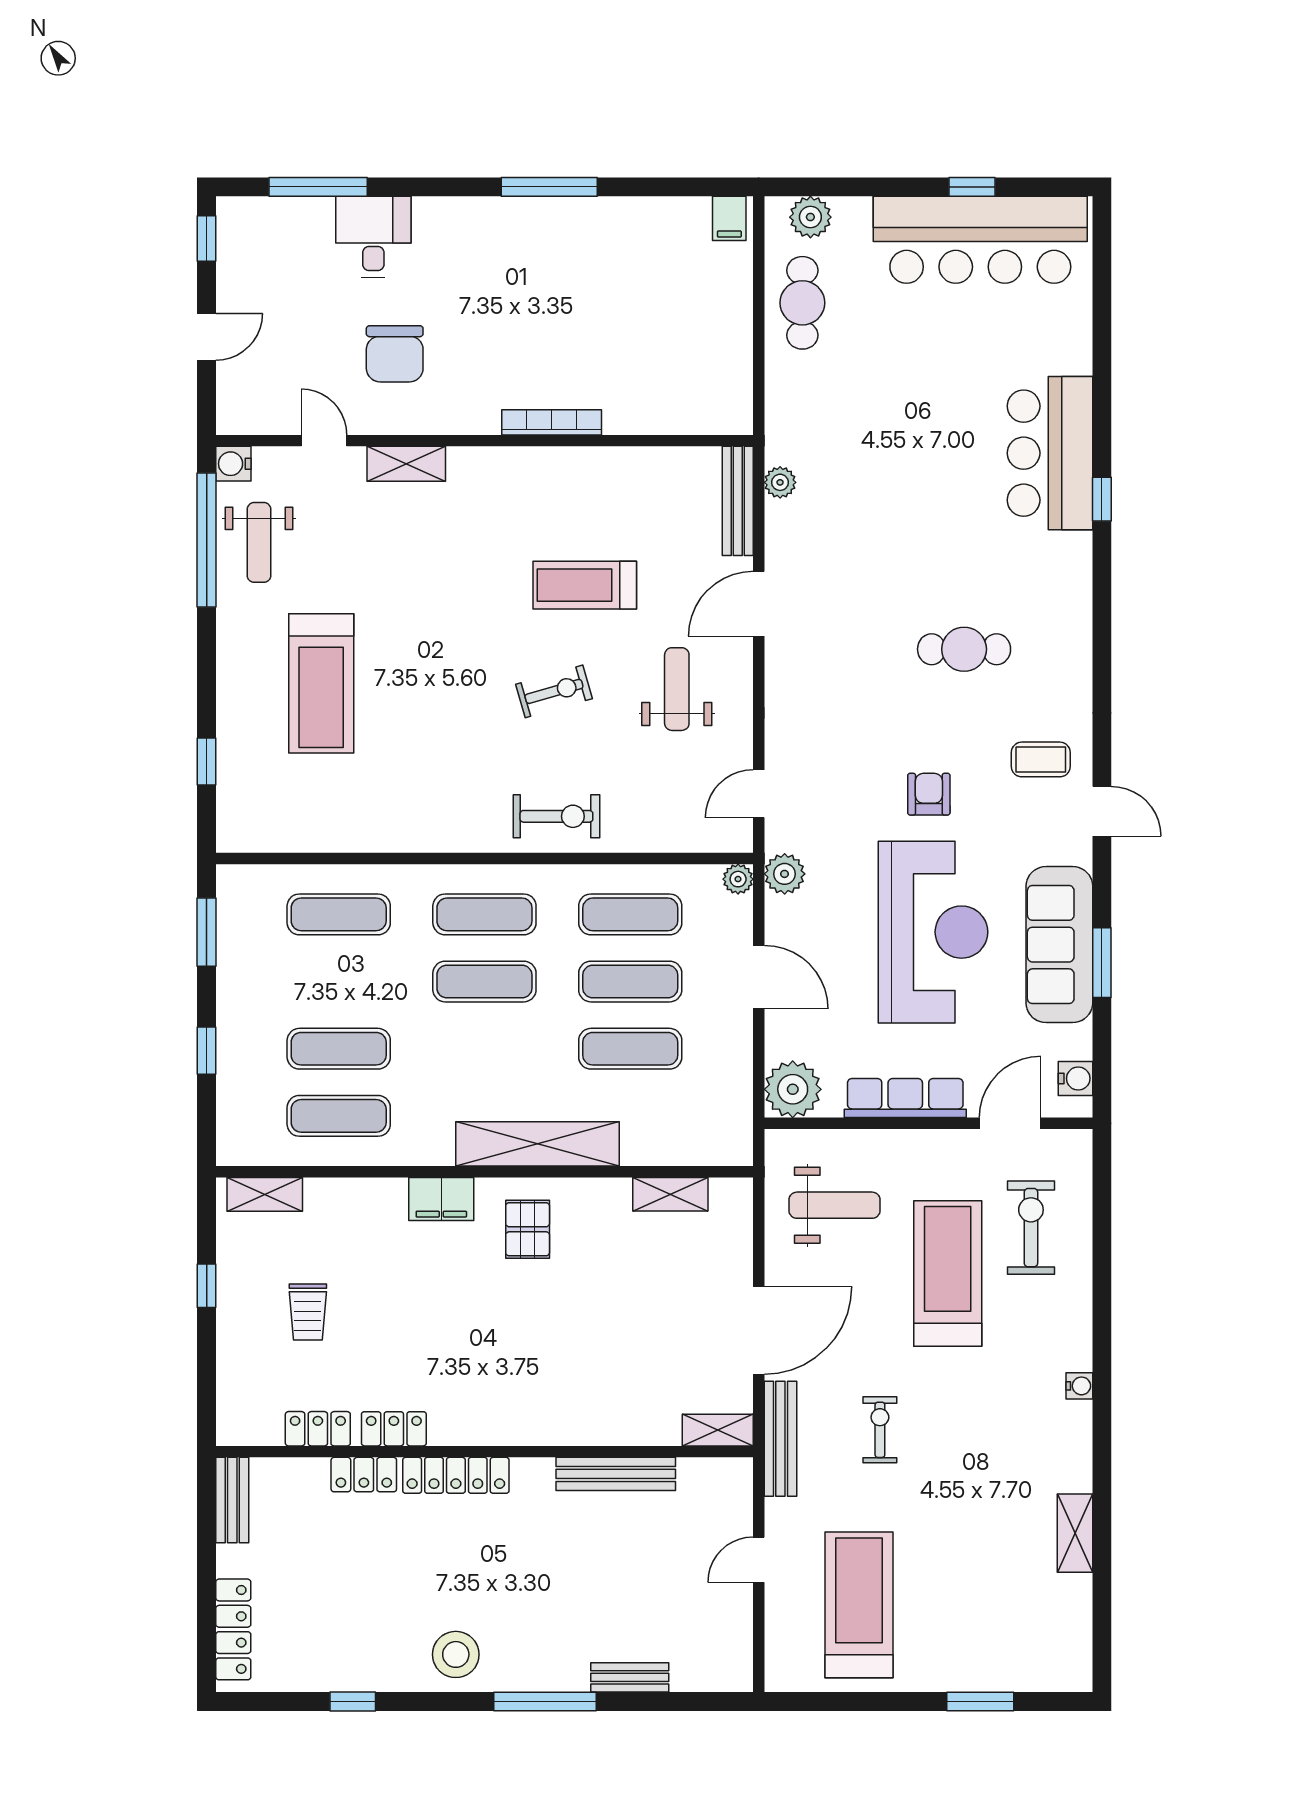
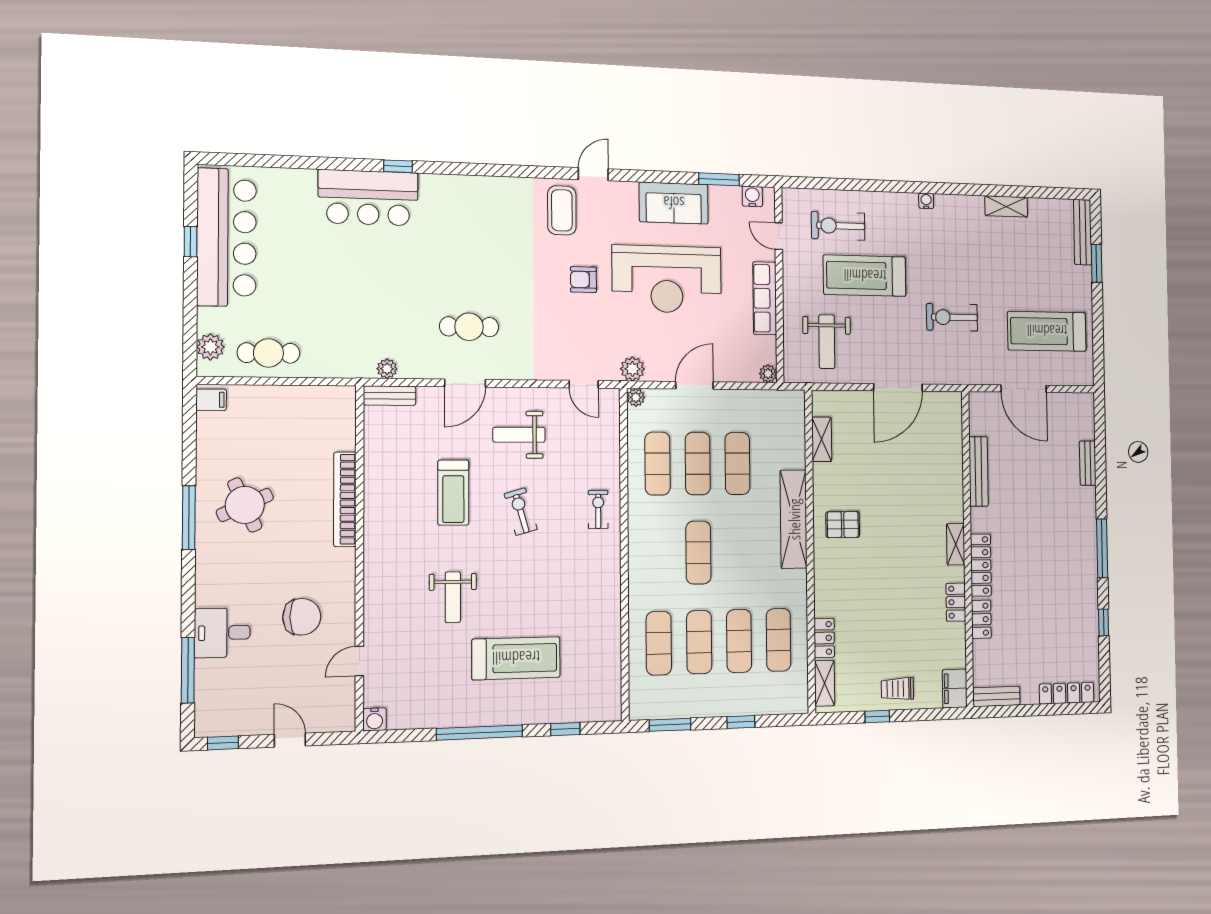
round table: (568, 269) -> (245, 505), added
bookcase: (552, 422) -> (345, 499), width x1.48, depth x1.31
shelving: (406, 464) -> (375, 608), removed
bench: (738, 501) -> (390, 396), width x0.73
window: (207, 540) -> (480, 733), moved
weight bench: (259, 542) -> (453, 597), moved, turned 90
door: (759, 604) -> (465, 383), hinge flipped
cafe table: (964, 649) -> (469, 327), moved, turned 90
coffee table: (1041, 759) -> (562, 210), width x1.36, depth x1.30
exercise bike: (556, 816) -> (598, 509), width x0.73, depth x0.72
exercise mat: (484, 914) -> (699, 642), moved
reception desk: (933, 932) -> (667, 279), turned 180
sofa: (1059, 945) -> (674, 203), width x0.73
window: (1102, 963) -> (719, 179), moved
plant: (793, 1089) -> (768, 374), width x0.53, depth x0.53
door: (1010, 1123) -> (779, 236), width x0.73
filing cabinet: (441, 1199) -> (955, 688), moved, turned 180
weight bench: (835, 1205) -> (827, 342), turned 180
trolley: (308, 1312) -> (897, 689), moved, turned 180
door: (759, 1330) -> (898, 387), swing flipped
locker: (318, 1429) -> (824, 638), moved, turned 180
shelving: (718, 1430) -> (956, 544), moved
exercise bike: (880, 1430) -> (952, 317), width x1.38, depth x1.39
bench: (780, 1439) -> (1083, 232), moved, turned 90
door: (759, 1560) -> (1024, 389), width x1.88
stool: (456, 1654) -> (1077, 563), removed
window: (545, 1702) -> (1102, 548), moved

